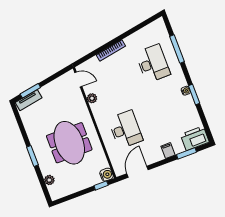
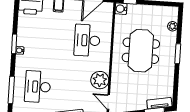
plant: (92, 98) -> (100, 80), width x1.87, depth x1.87

